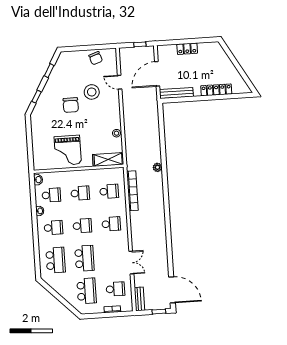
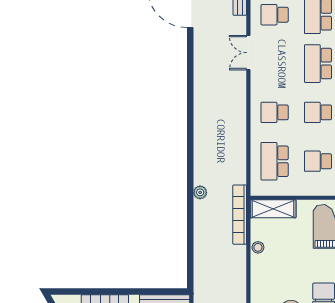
school desk: (109, 191) -> (275, 161), width x1.85
bookcase: (132, 191) -> (240, 215), moved

